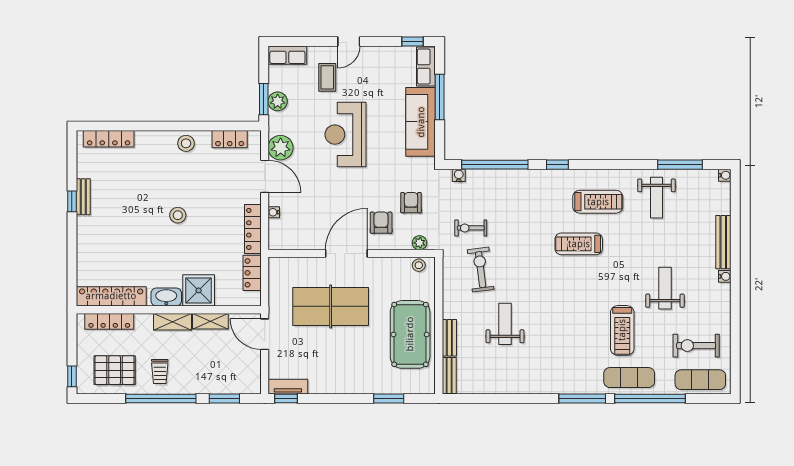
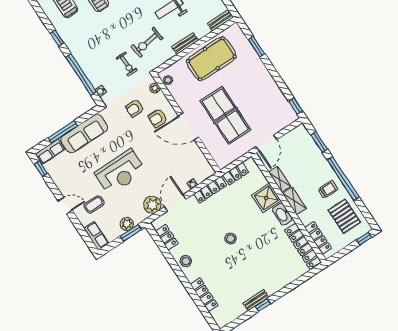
locker: (109, 139) -> (204, 295), moved
bench: (449, 338) -> (185, 44), moved
tv unit: (288, 387) -> (288, 110), removed

